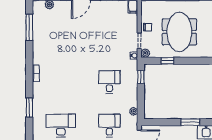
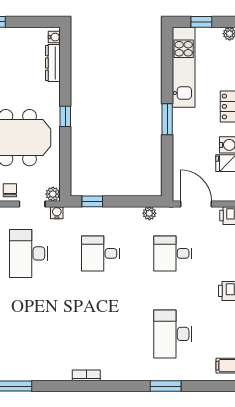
desk: (109, 38) -> (29, 253), added
window: (167, 61) -> (65, 116), moved
window: (29, 108) -> (166, 386), moved

